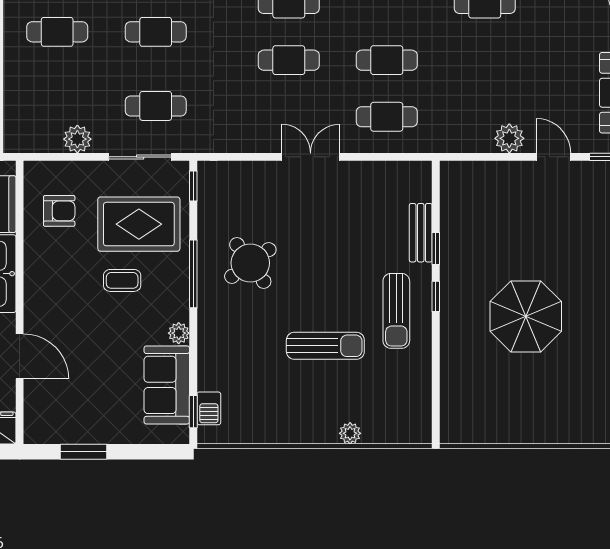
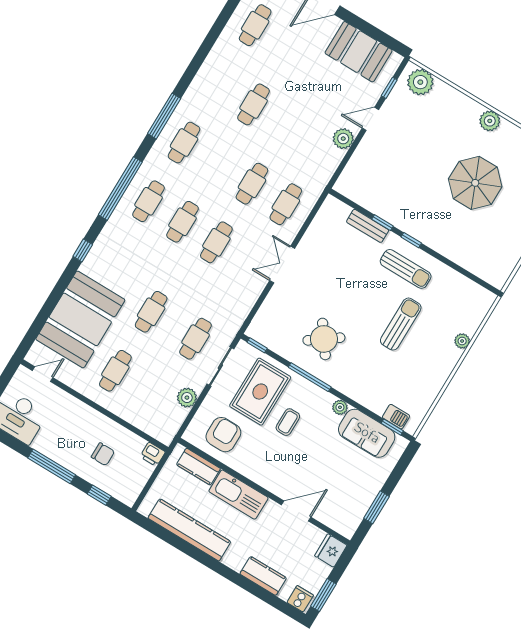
armchair: (59, 211) -> (223, 435), width x1.38, depth x1.38
parasol: (526, 316) -> (475, 183), moved

